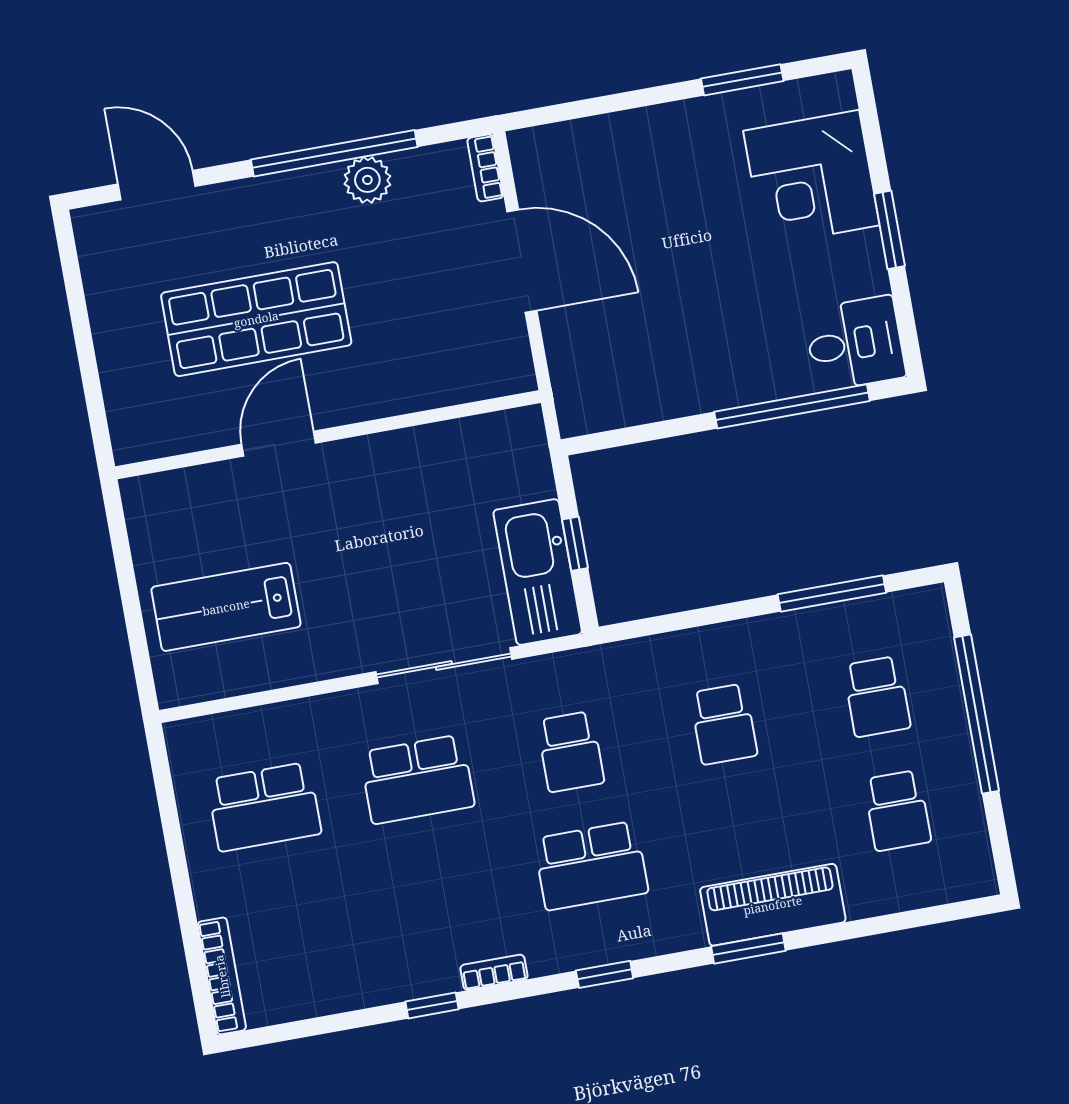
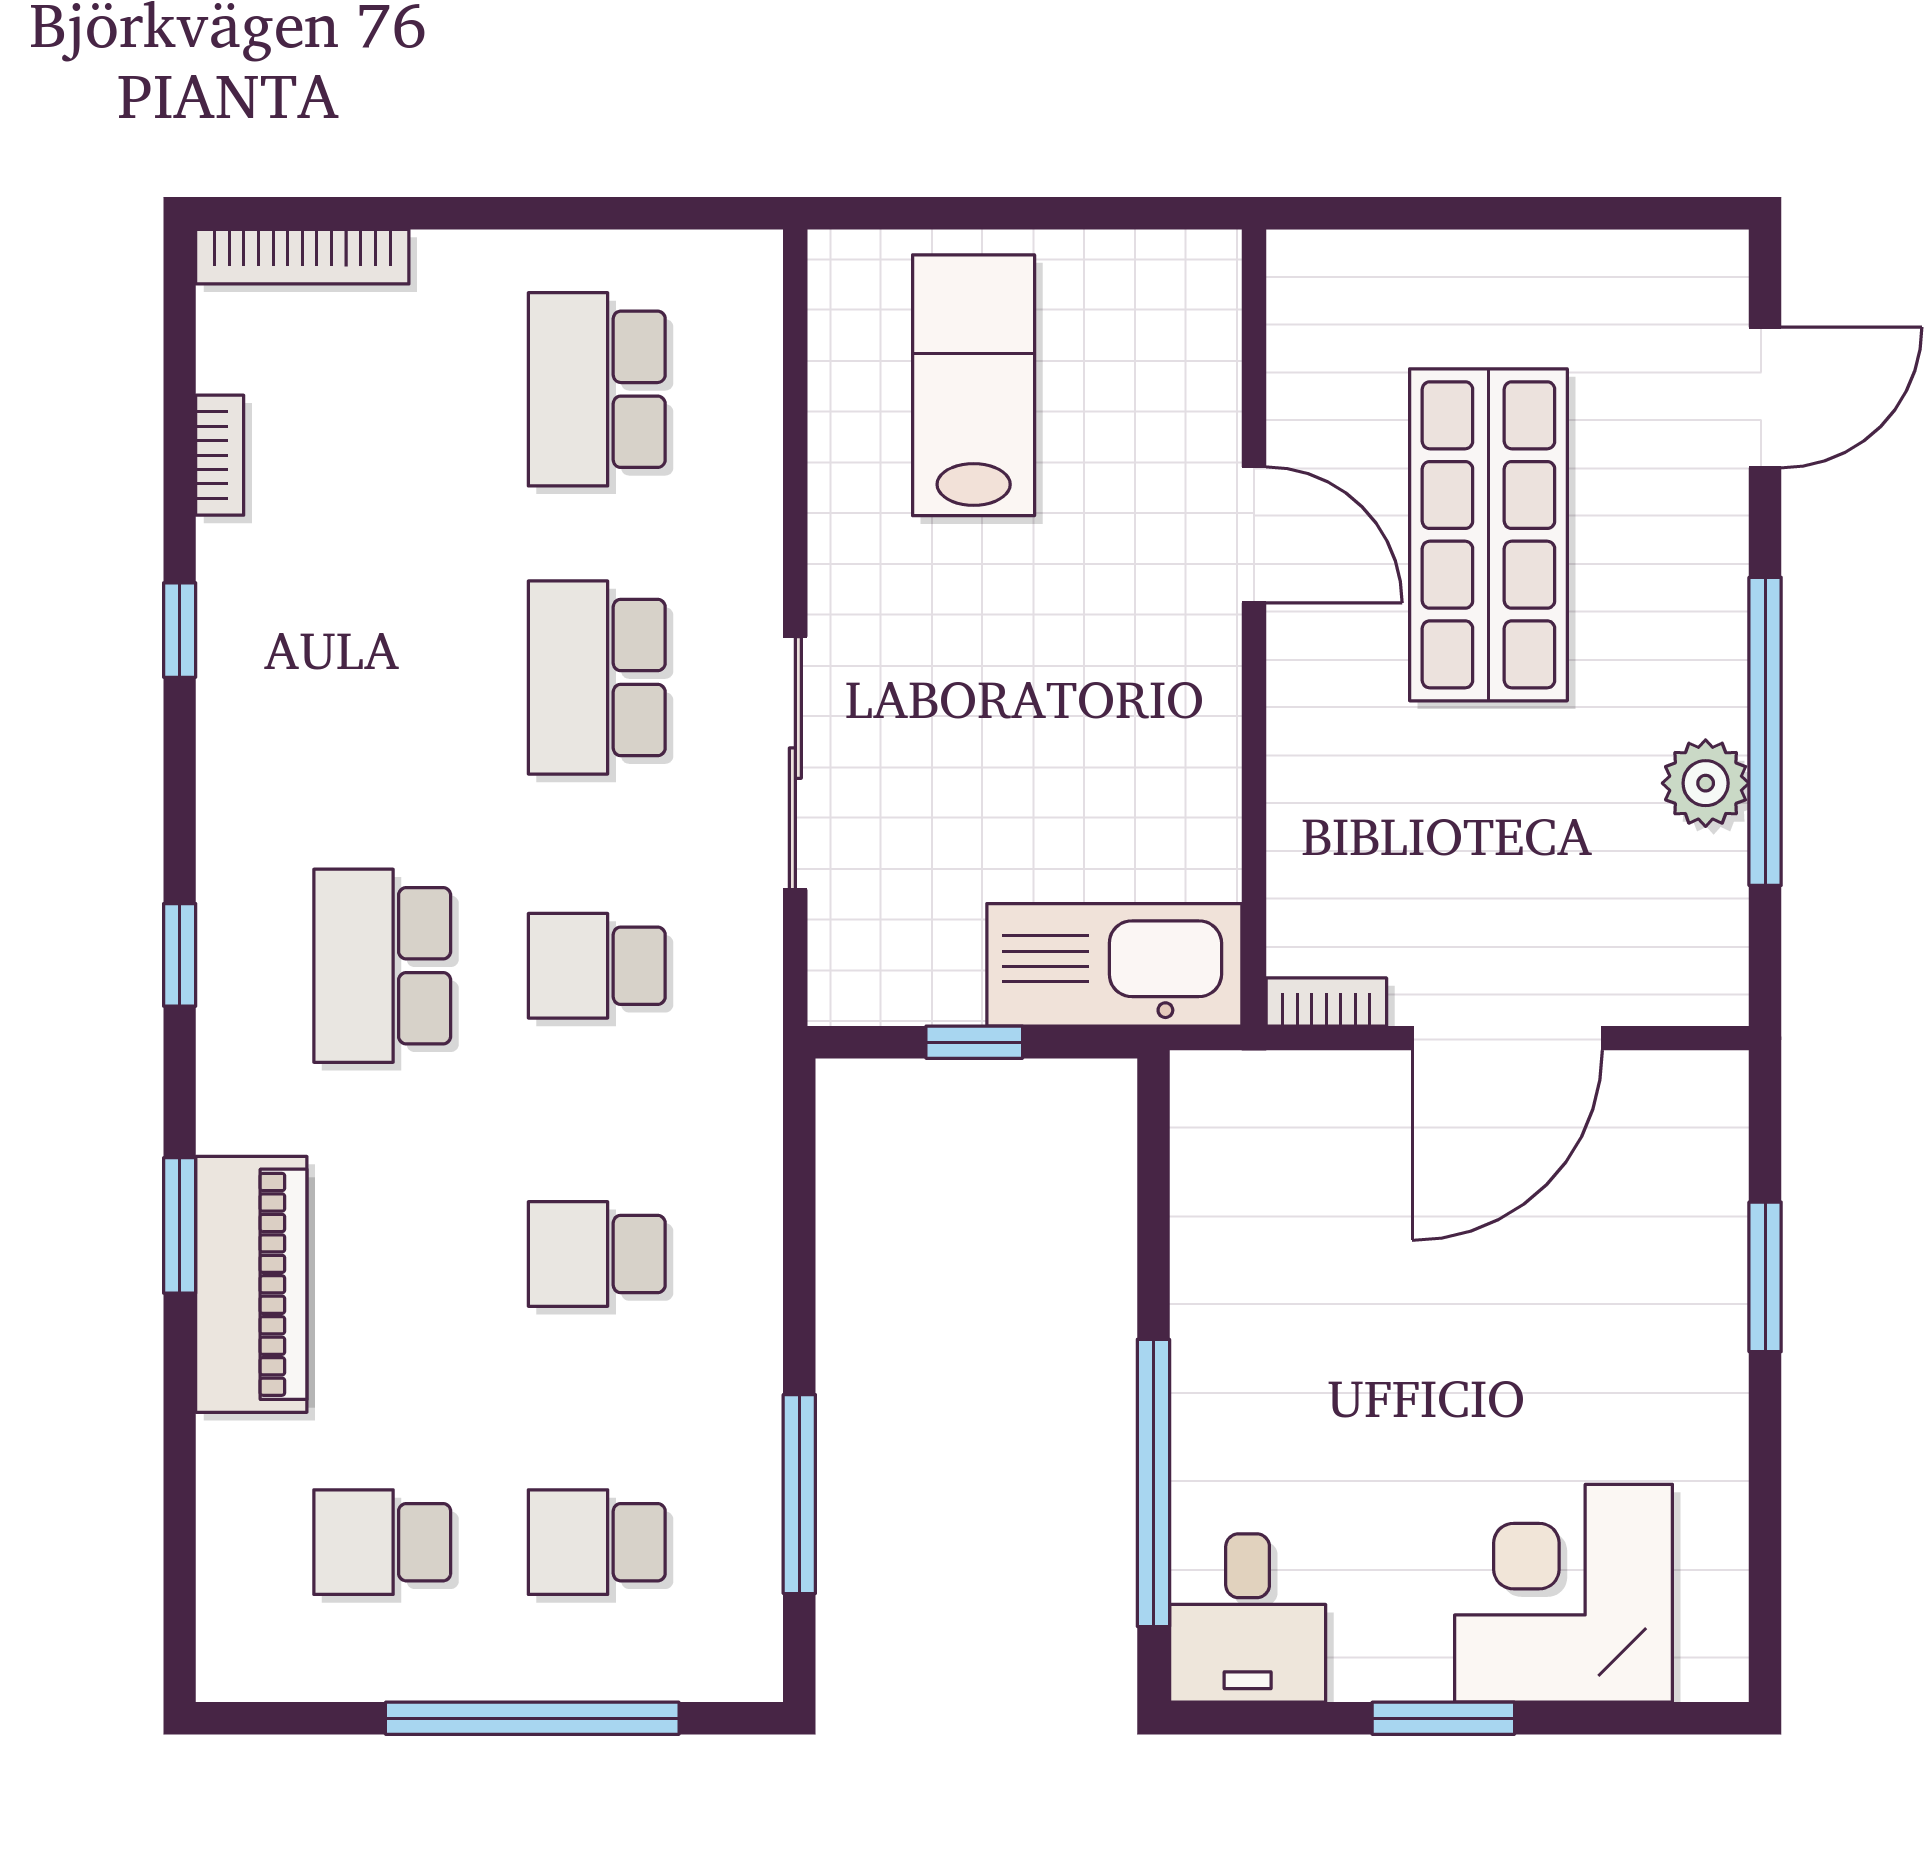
window: (742, 80) -> (1765, 1277), moved
bookcase: (485, 168) -> (1326, 1002), moved
kitchen sink: (538, 572) -> (1114, 965), moved
bookcase: (494, 972) -> (220, 455), moved

